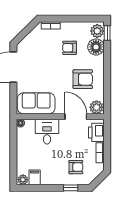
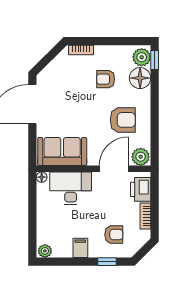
door: (76, 117) -> (114, 169), hinge flipped
desk: (47, 132) -> (71, 188), width x1.37
filing cabinet: (35, 177) -> (80, 248), moved

